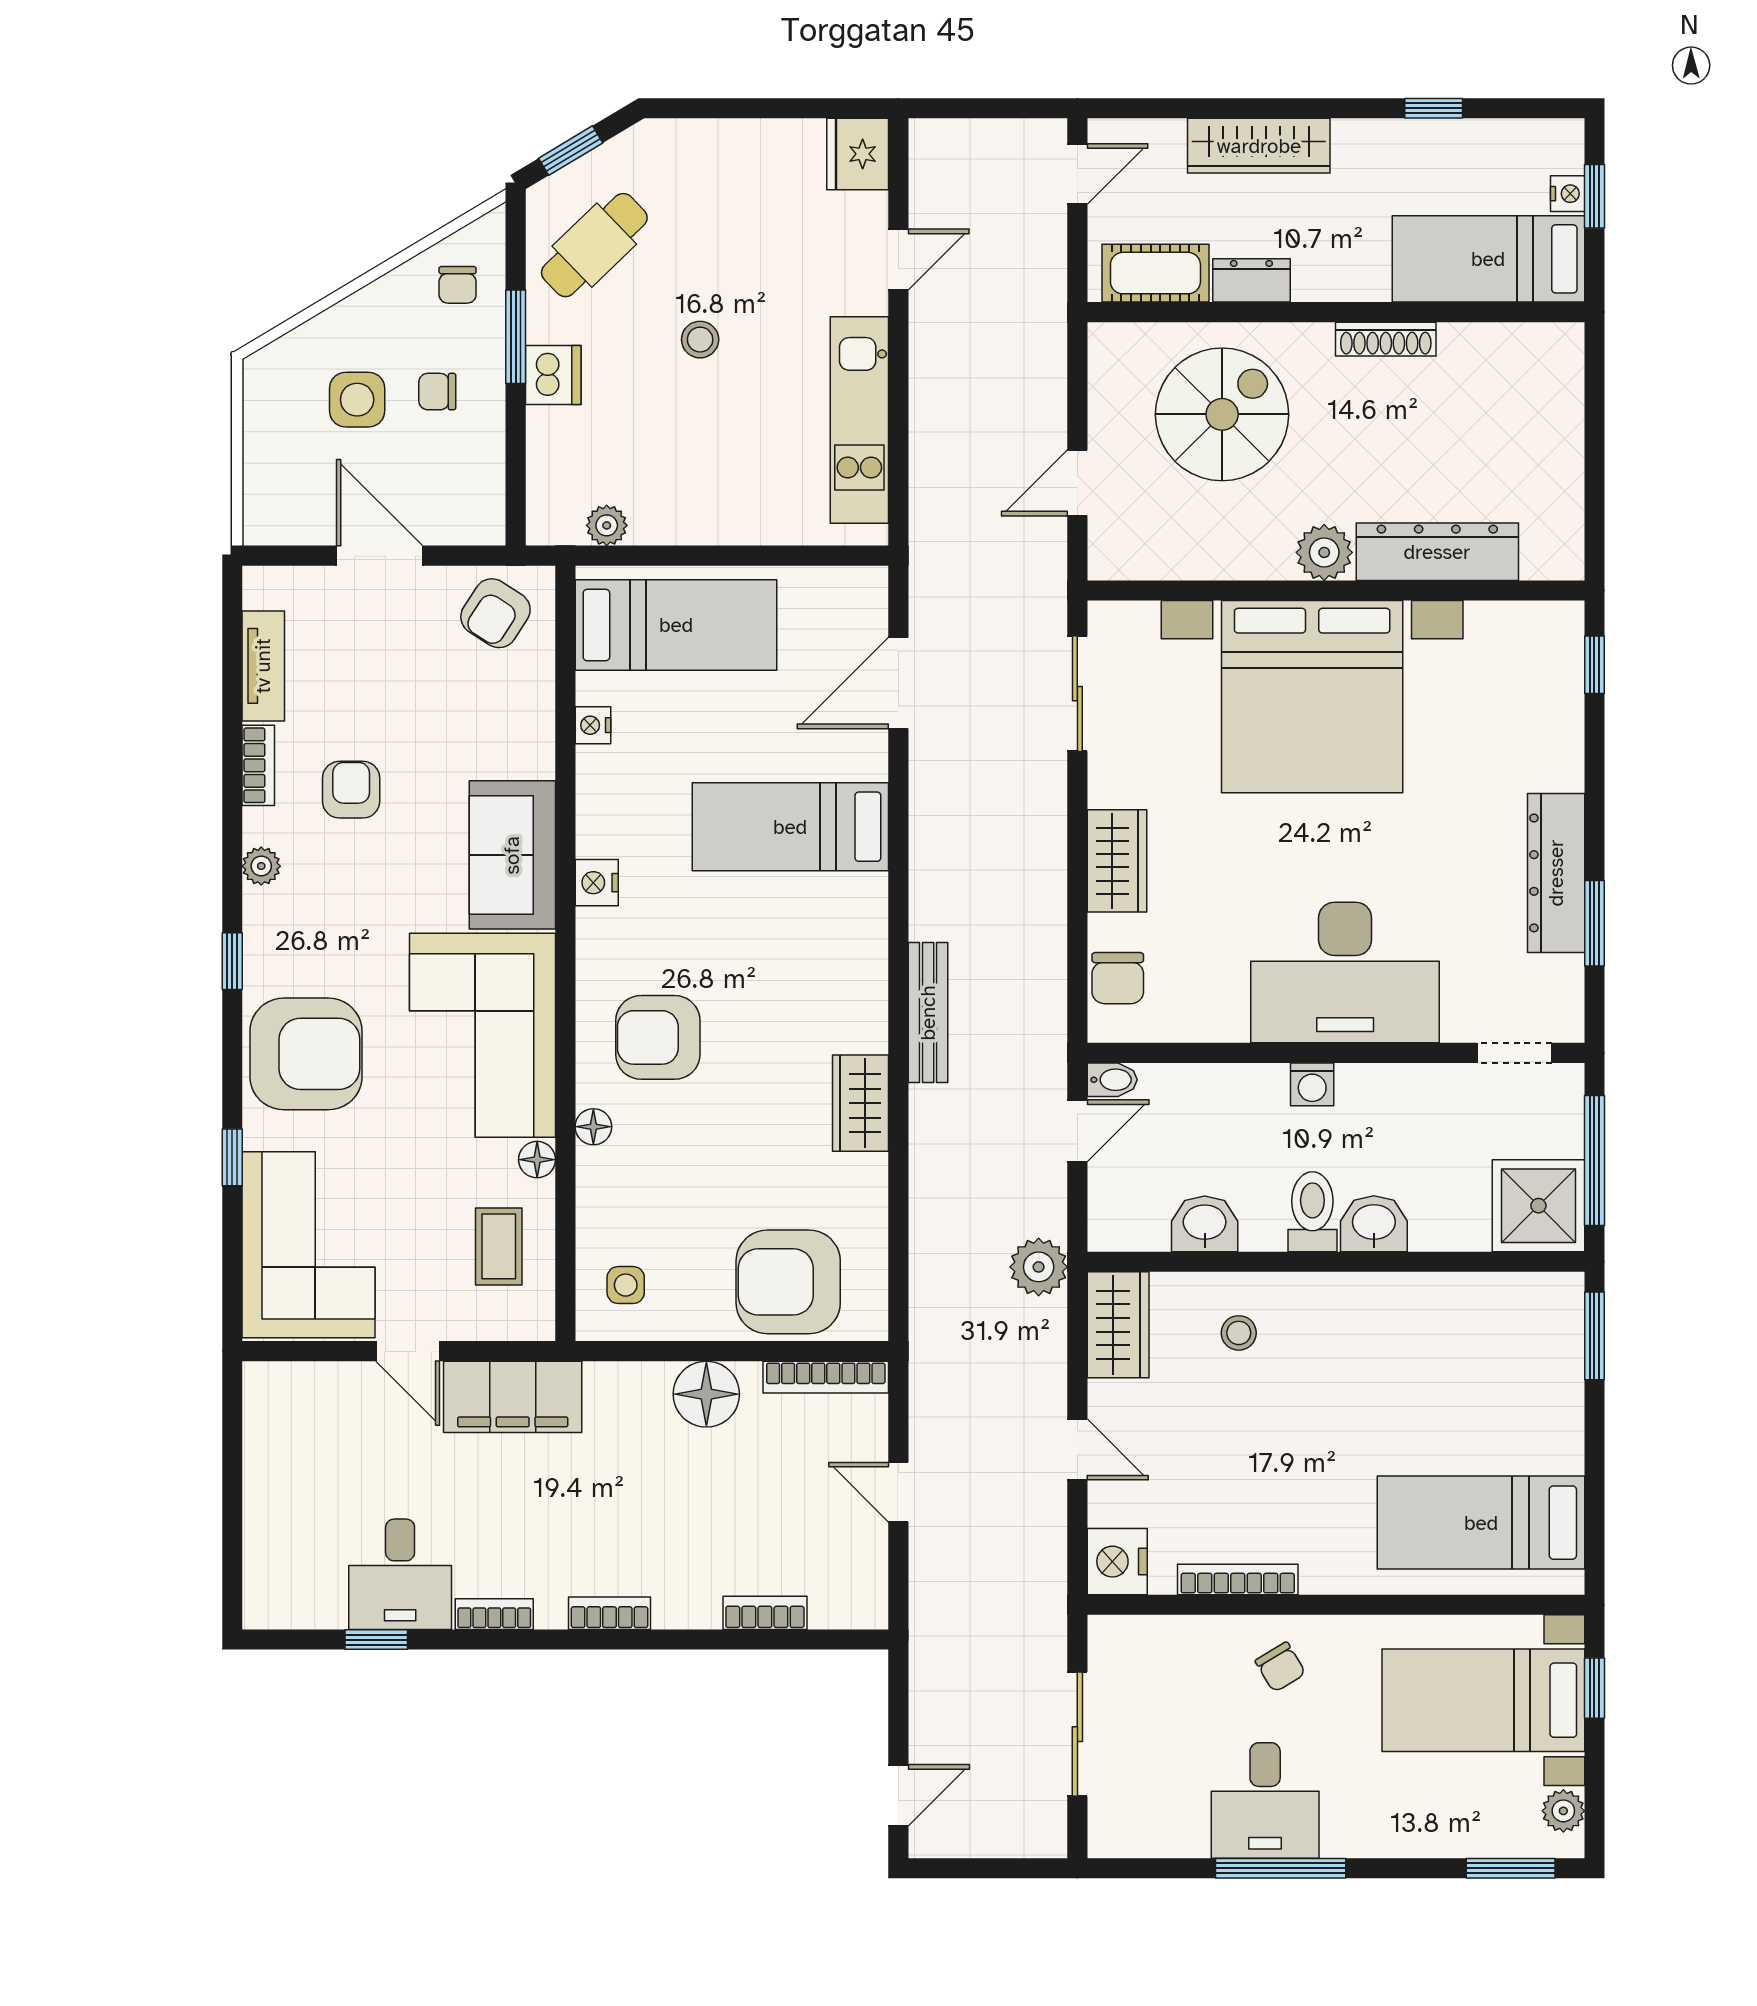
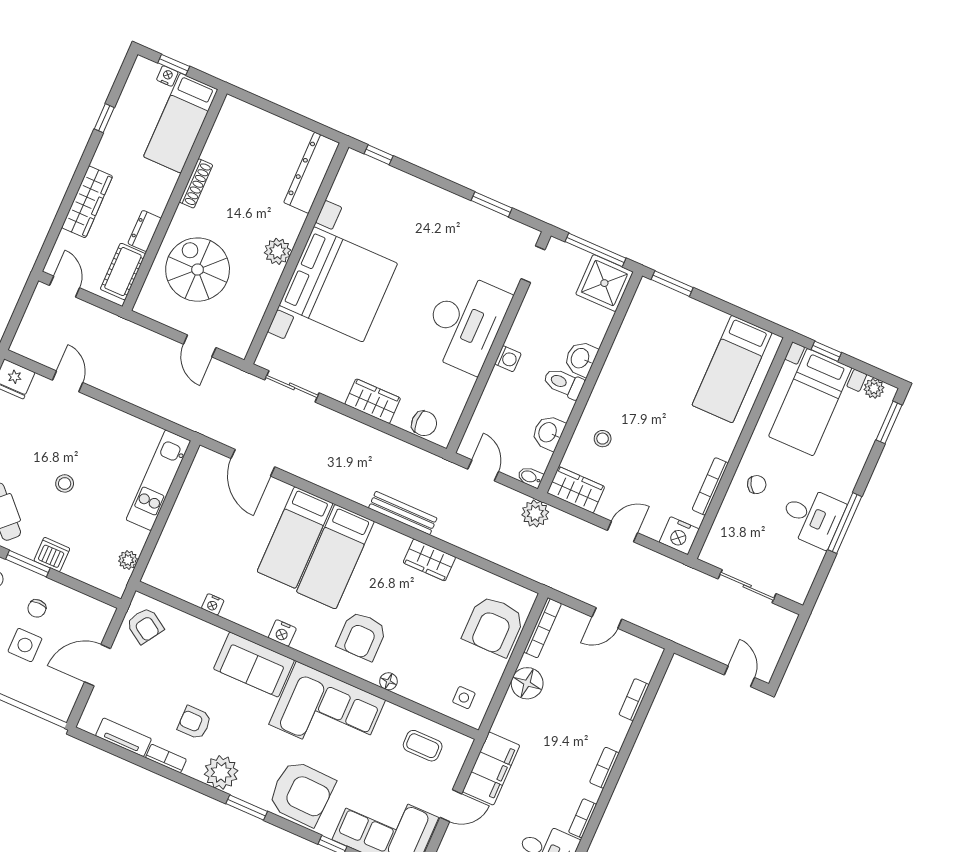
kitchen unit: (859, 420) -> (158, 480), moved, turned 90
dresser: (1437, 552) -> (312, 173), moved
bed: (676, 625) -> (335, 557), moved, turned 180
plant: (261, 866) -> (221, 772), width x1.88, depth x1.88
dresser: (1556, 873) -> (462, 211), removed
window: (232, 961) -> (247, 808), width x1.50
armchair: (306, 1054) -> (301, 793), turned 92
bidet: (1112, 1080) -> (530, 477), moved, turned -90
floor lamp: (537, 1160) -> (392, 712), removed

